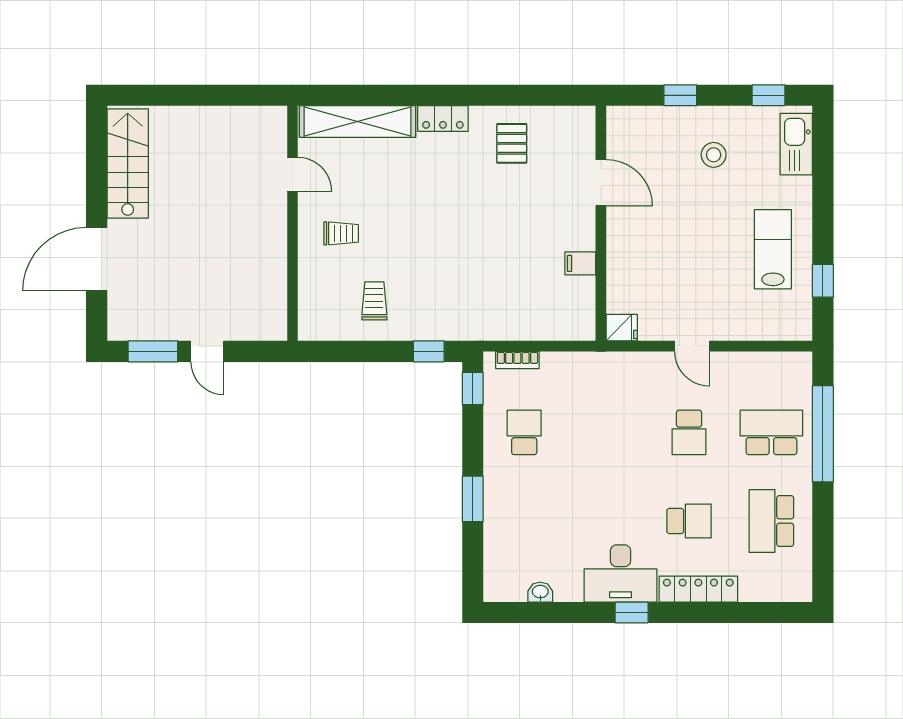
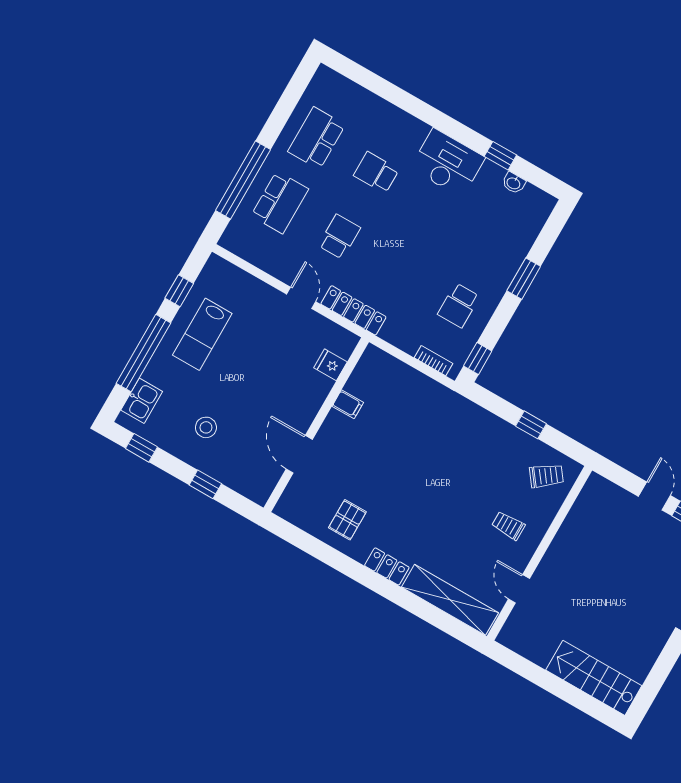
kitchen sink: (796, 144) -> (142, 401), width x0.73
stairs: (128, 164) -> (594, 678), moved, turned 90
window: (823, 195) -> (143, 353), added
trolley: (374, 301) -> (546, 476), moved, turned -127
fridge: (622, 328) -> (330, 365), moved
window: (429, 351) -> (531, 425), moved
school desk: (771, 432) -> (280, 202), turned -90
school desk: (771, 521) -> (317, 138), turned 180
locker: (698, 589) -> (353, 310), moved, turned 180
window: (632, 613) -> (500, 156), moved

